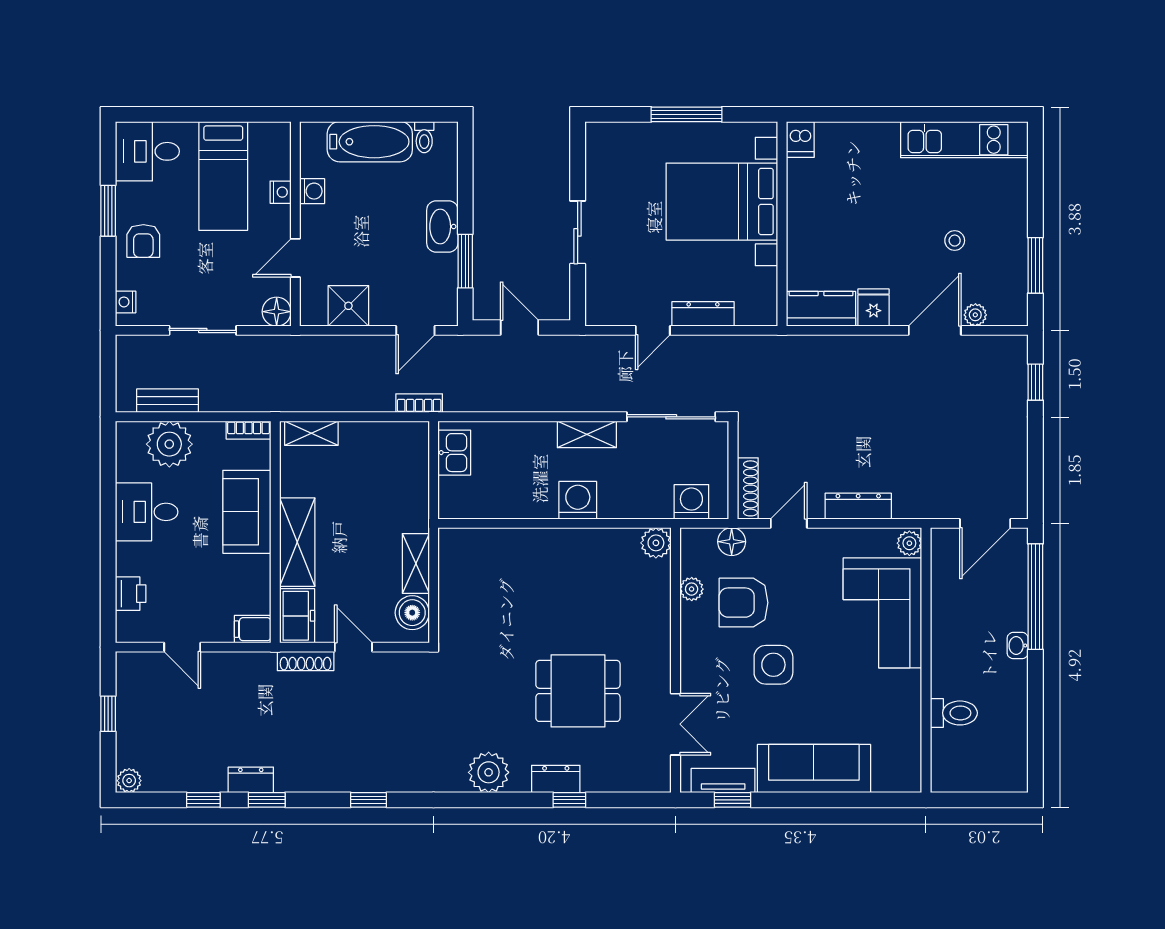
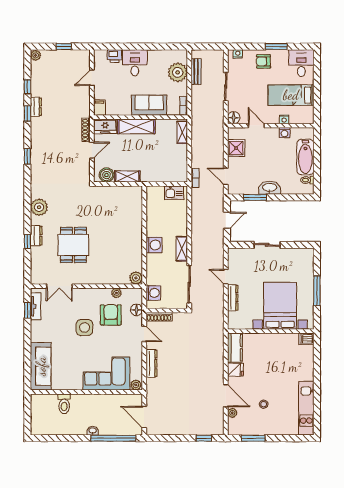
desk: (147, 512) -> (135, 63), moved
sofa: (814, 769) -> (41, 366), moved

